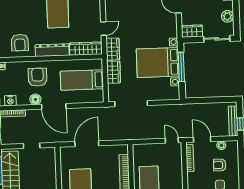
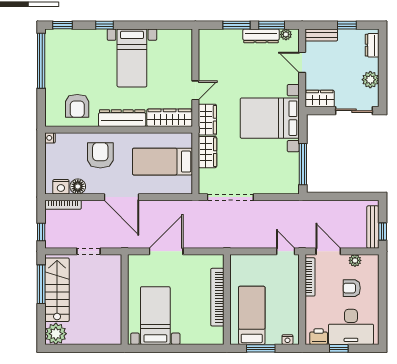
bed with nightstands: (158, 63) -> (270, 118), moved
window: (181, 67) -> (303, 164), moved
floor lamp: (35, 99) -> (78, 186), moved

